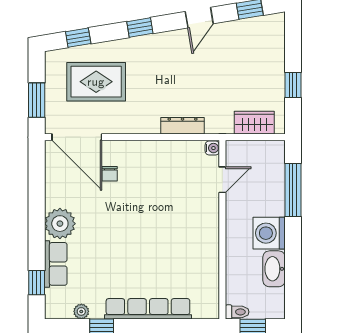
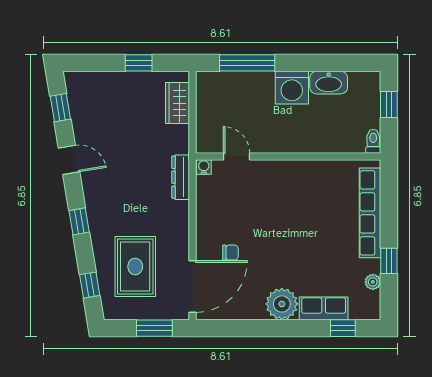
water cooler: (212, 148) -> (204, 167), moved
door: (222, 180) -> (237, 156), moved
wall: (222, 230) -> (288, 156), moved
toilet: (237, 312) -> (373, 141), moved

